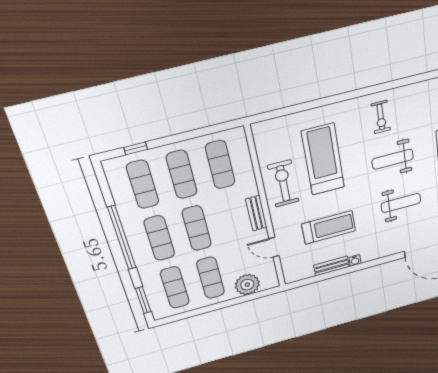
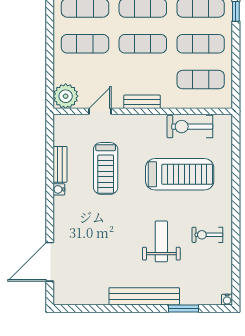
exercise bike: (283, 184) -> (190, 127), moved, turned 180
weight bench: (401, 203) -> (111, 245), removed
plant: (247, 285) -> (66, 96), moved

